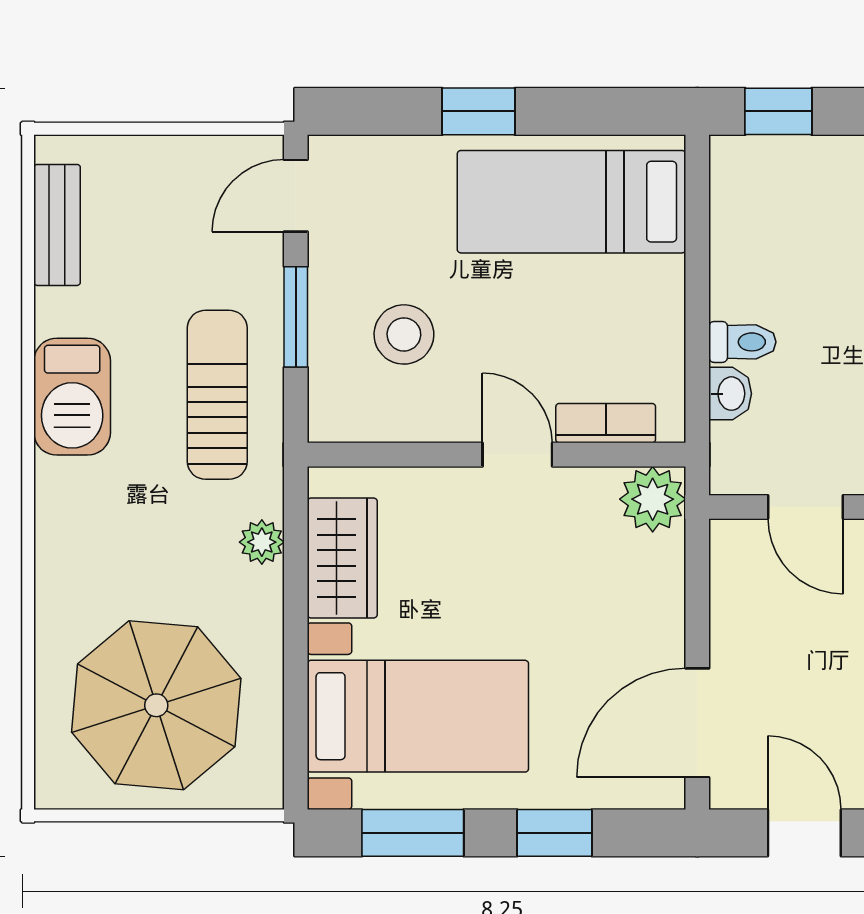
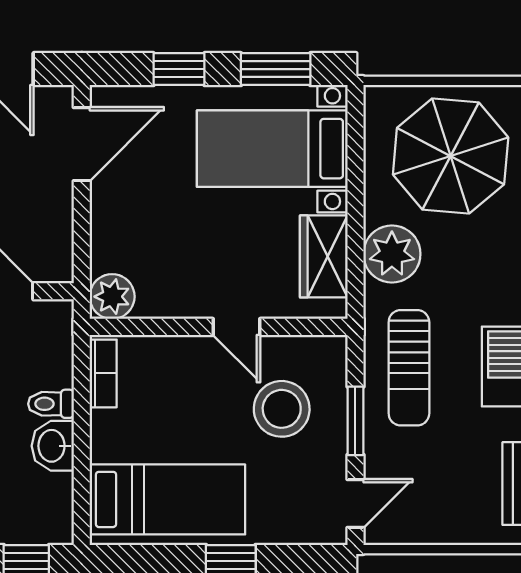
stool: (404, 334) -> (282, 409), width x1.38, depth x1.38
washbasin: (730, 394) -> (53, 446), moved, width x1.38, depth x1.45
bookcase: (606, 423) -> (103, 373), moved, turned -90
door: (517, 455) -> (236, 327), moved
plant: (262, 542) -> (392, 254), width x1.88, depth x1.88

